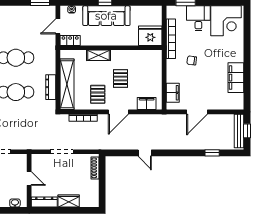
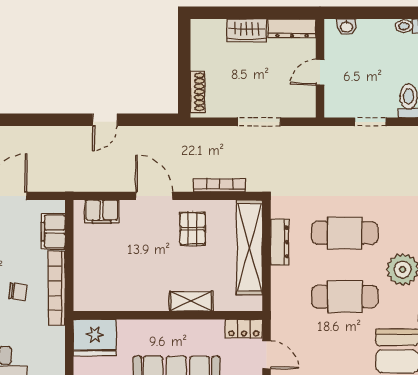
door: (58, 26) -> (267, 355), hinge flipped
bookcase: (171, 39) -> (57, 288), moved
pallet: (121, 79) -> (150, 258), removed
door: (118, 112) -> (154, 196), hinge flipped
door: (145, 153) -> (105, 120), swing flipped
door: (29, 179) -> (320, 72), hinge flipped

